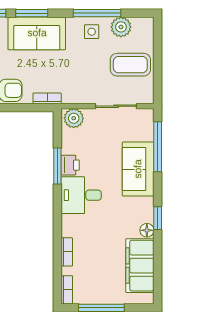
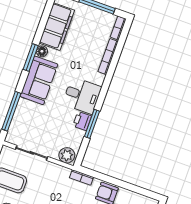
sofa: (138, 169) -> (39, 80), moved
window: (158, 218) -> (31, 58), width x1.50
bookcase: (67, 252) -> (108, 57), width x1.56

